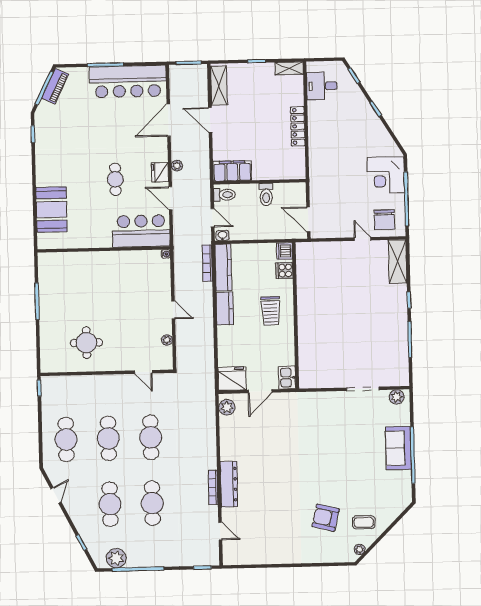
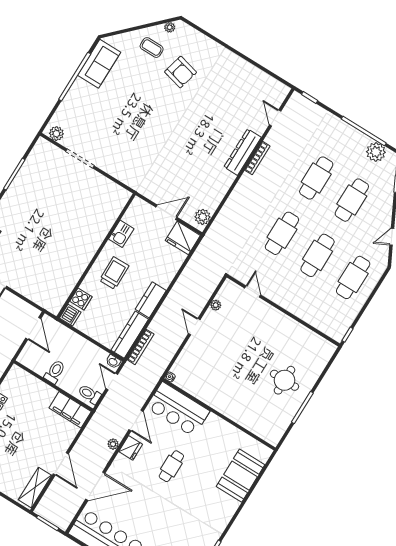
round table: (86, 343) -> (284, 380), moved
kitchen sink: (287, 378) -> (121, 234), moved
sofa: (398, 448) -> (99, 64), moved

